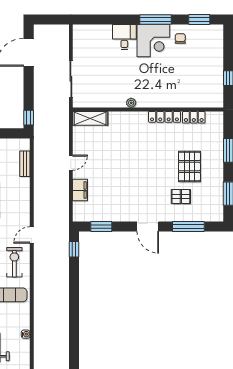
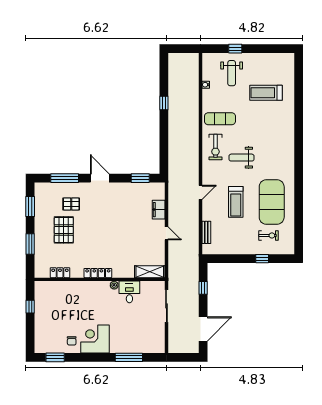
window: (156, 20) -> (129, 357), moved
desk: (124, 37) -> (129, 292), moved, turned 180
locker: (164, 117) -> (98, 273), moved
window: (29, 118) -> (203, 288), moved
door: (71, 163) -> (166, 233), swing flipped
door: (32, 235) -> (200, 192), moved
window: (74, 249) -> (164, 103), moved

